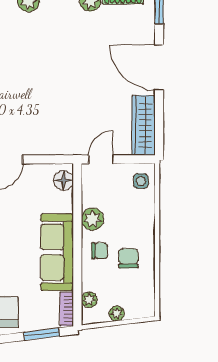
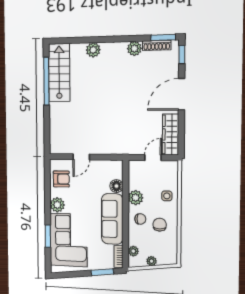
door: (159, 67) -> (182, 94), hinge flipped
door: (101, 159) -> (153, 158), moved
floor lamp: (64, 180) -> (116, 186), moved
side table: (141, 181) -> (167, 196), moved

